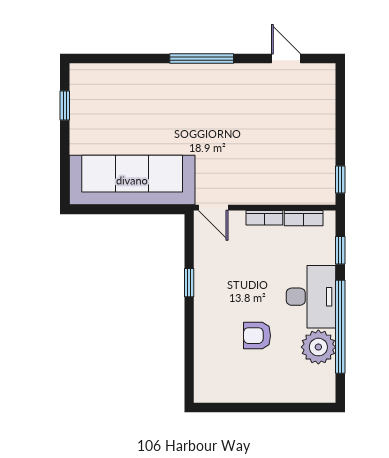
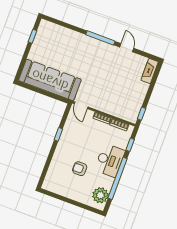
door: (286, 59) -> (127, 48), moved
fireplace: (325, 88) -> (150, 71), added
plant: (318, 347) -> (100, 195), moved

